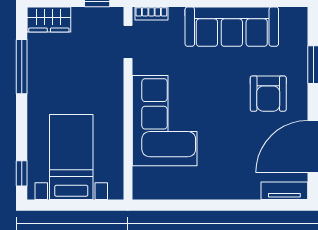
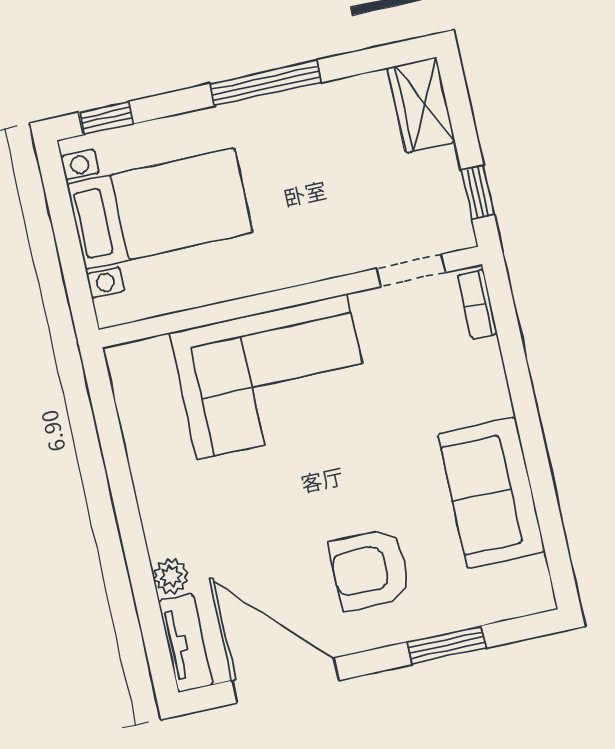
sofa: (232, 27) -> (491, 493), width x0.73
window: (22, 67) -> (266, 83), moved
plant: (250, 191) -> (171, 576), added

